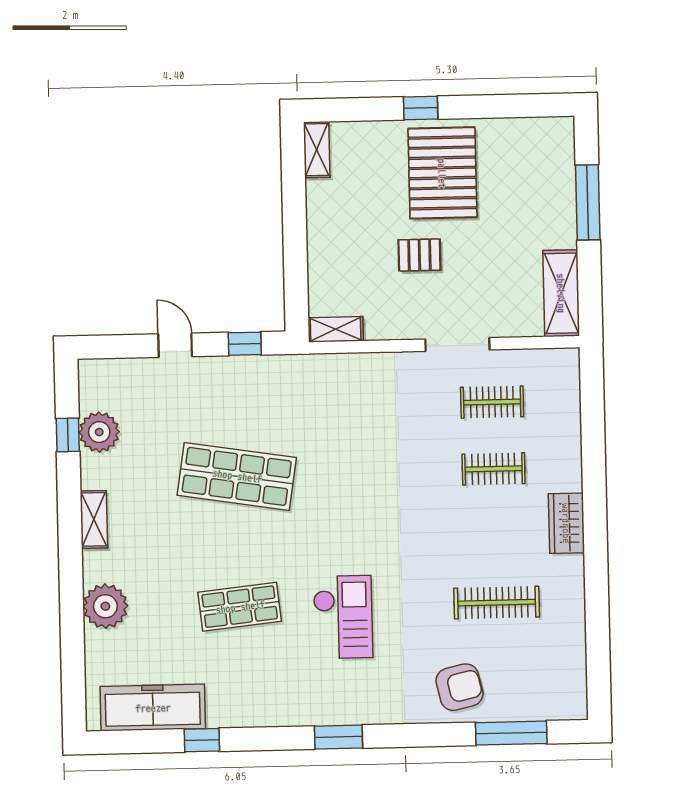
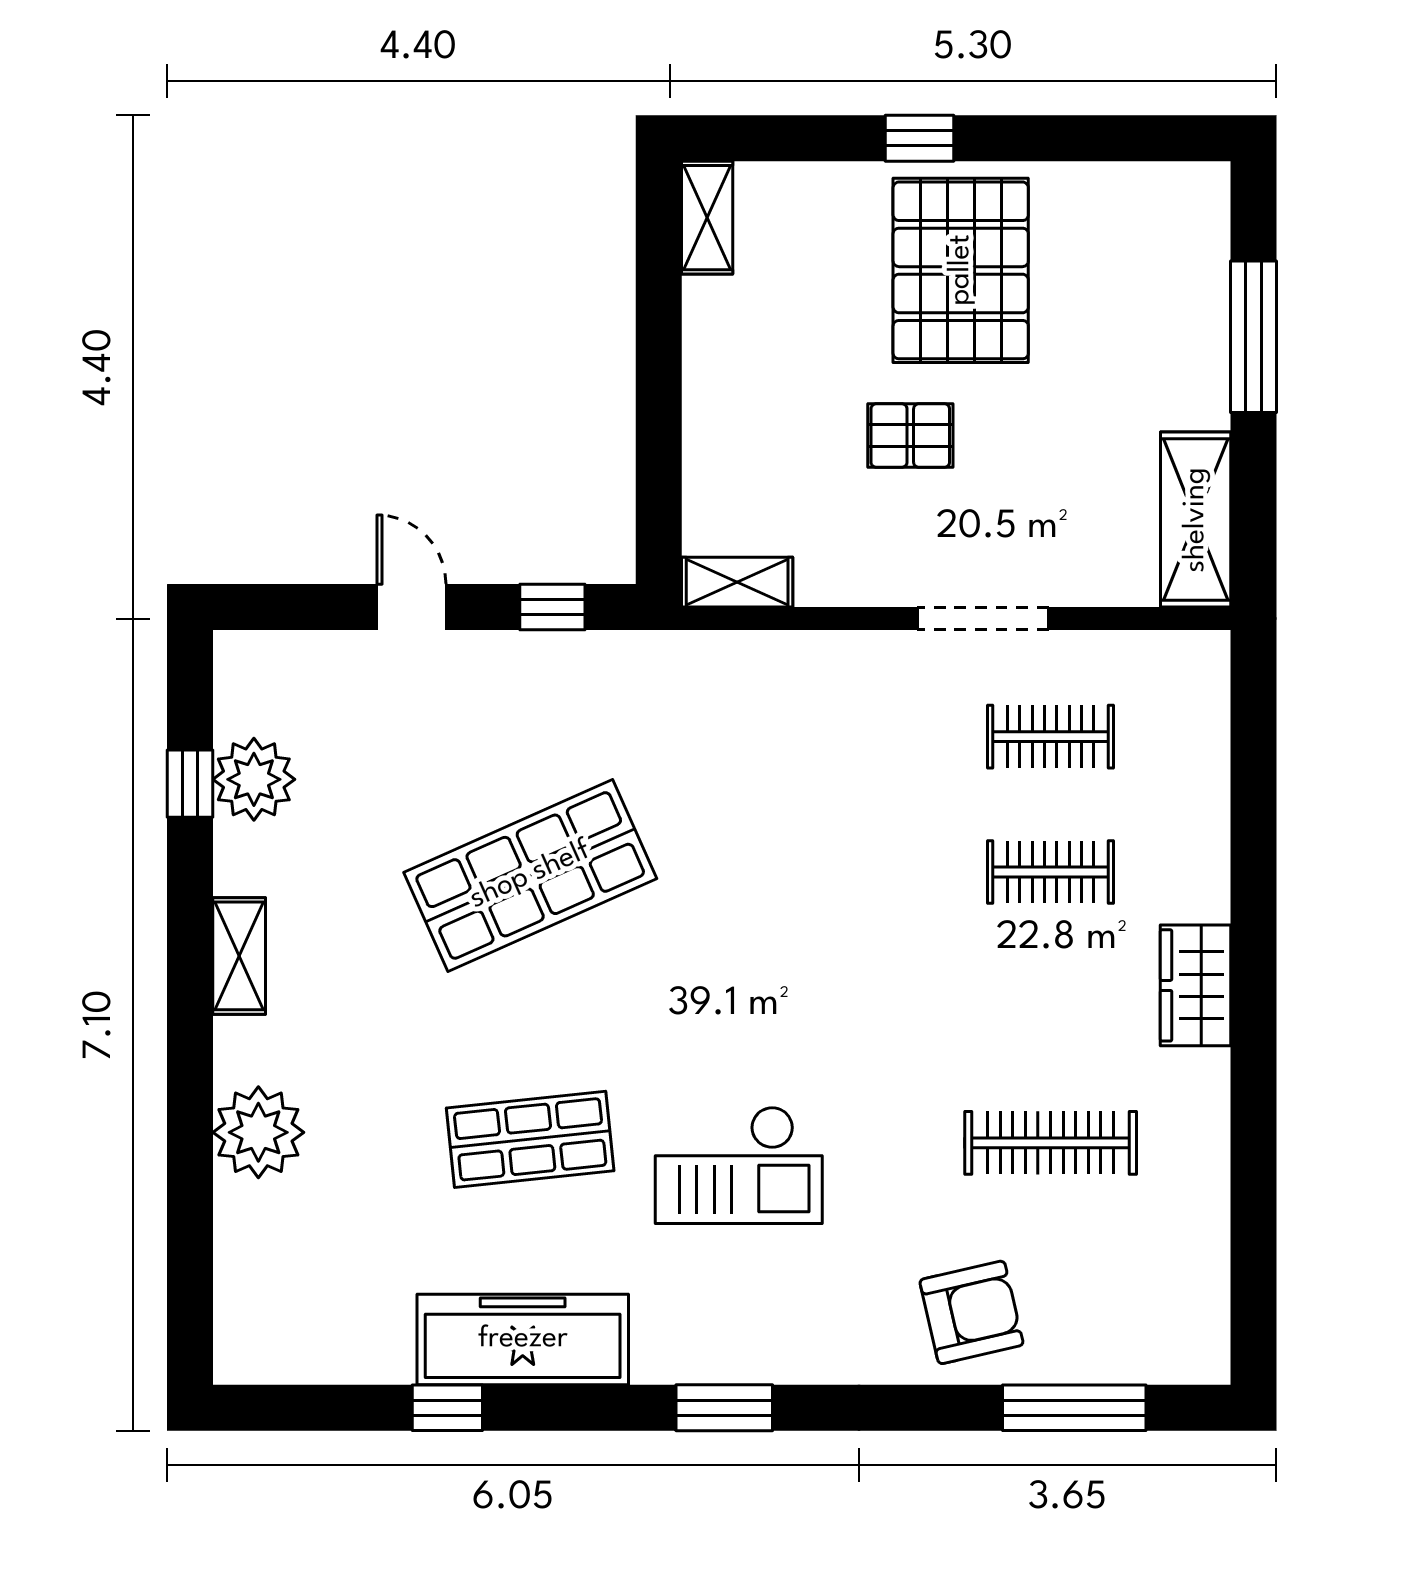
shop shelf: (237, 476) -> (530, 875), turned -33
checkout: (343, 617) -> (739, 1165), turned 90
freezer: (153, 708) -> (523, 1339), moved

